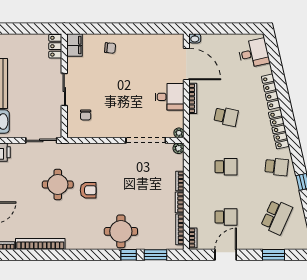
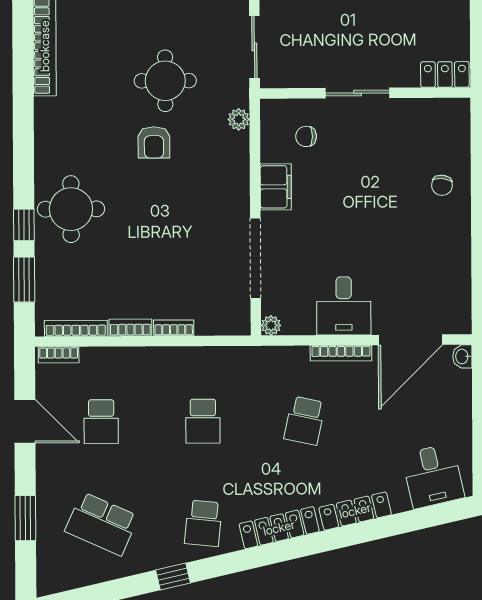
filing cabinet: (74, 45) -> (276, 187), moved, turned -90
plant: (178, 148) -> (239, 119), moved

